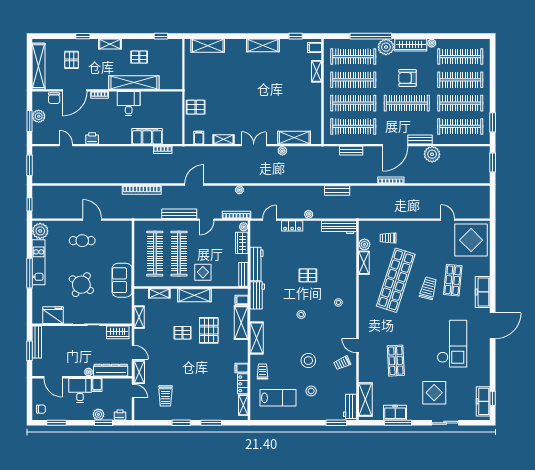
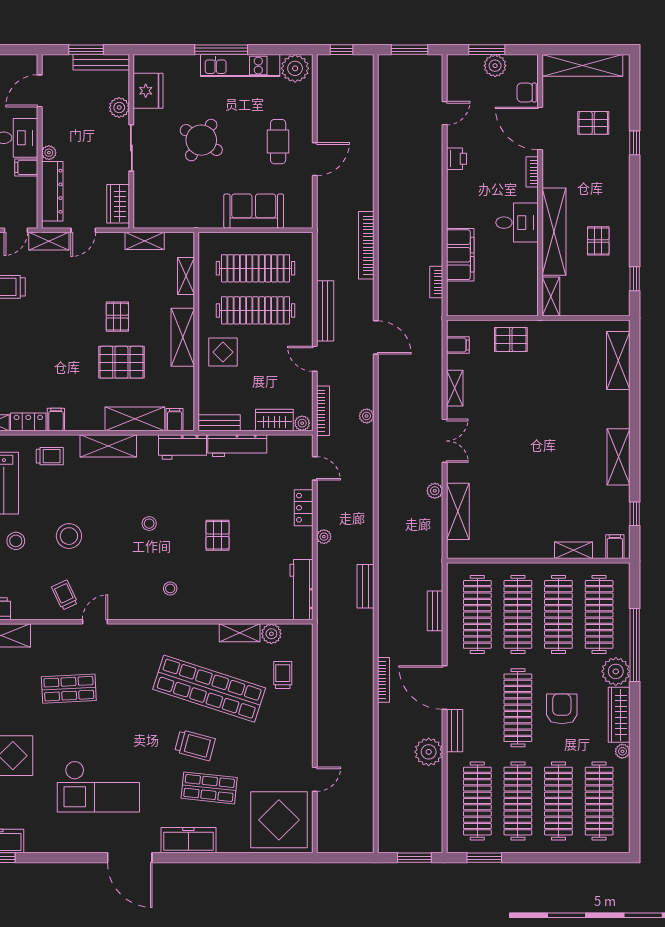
shelving: (110, 44) -> (551, 297), moved
pallet: (196, 107) -> (511, 339), turned 90
sofa: (122, 280) -> (254, 211), moved
plant: (63, 332) -> (119, 107), added

